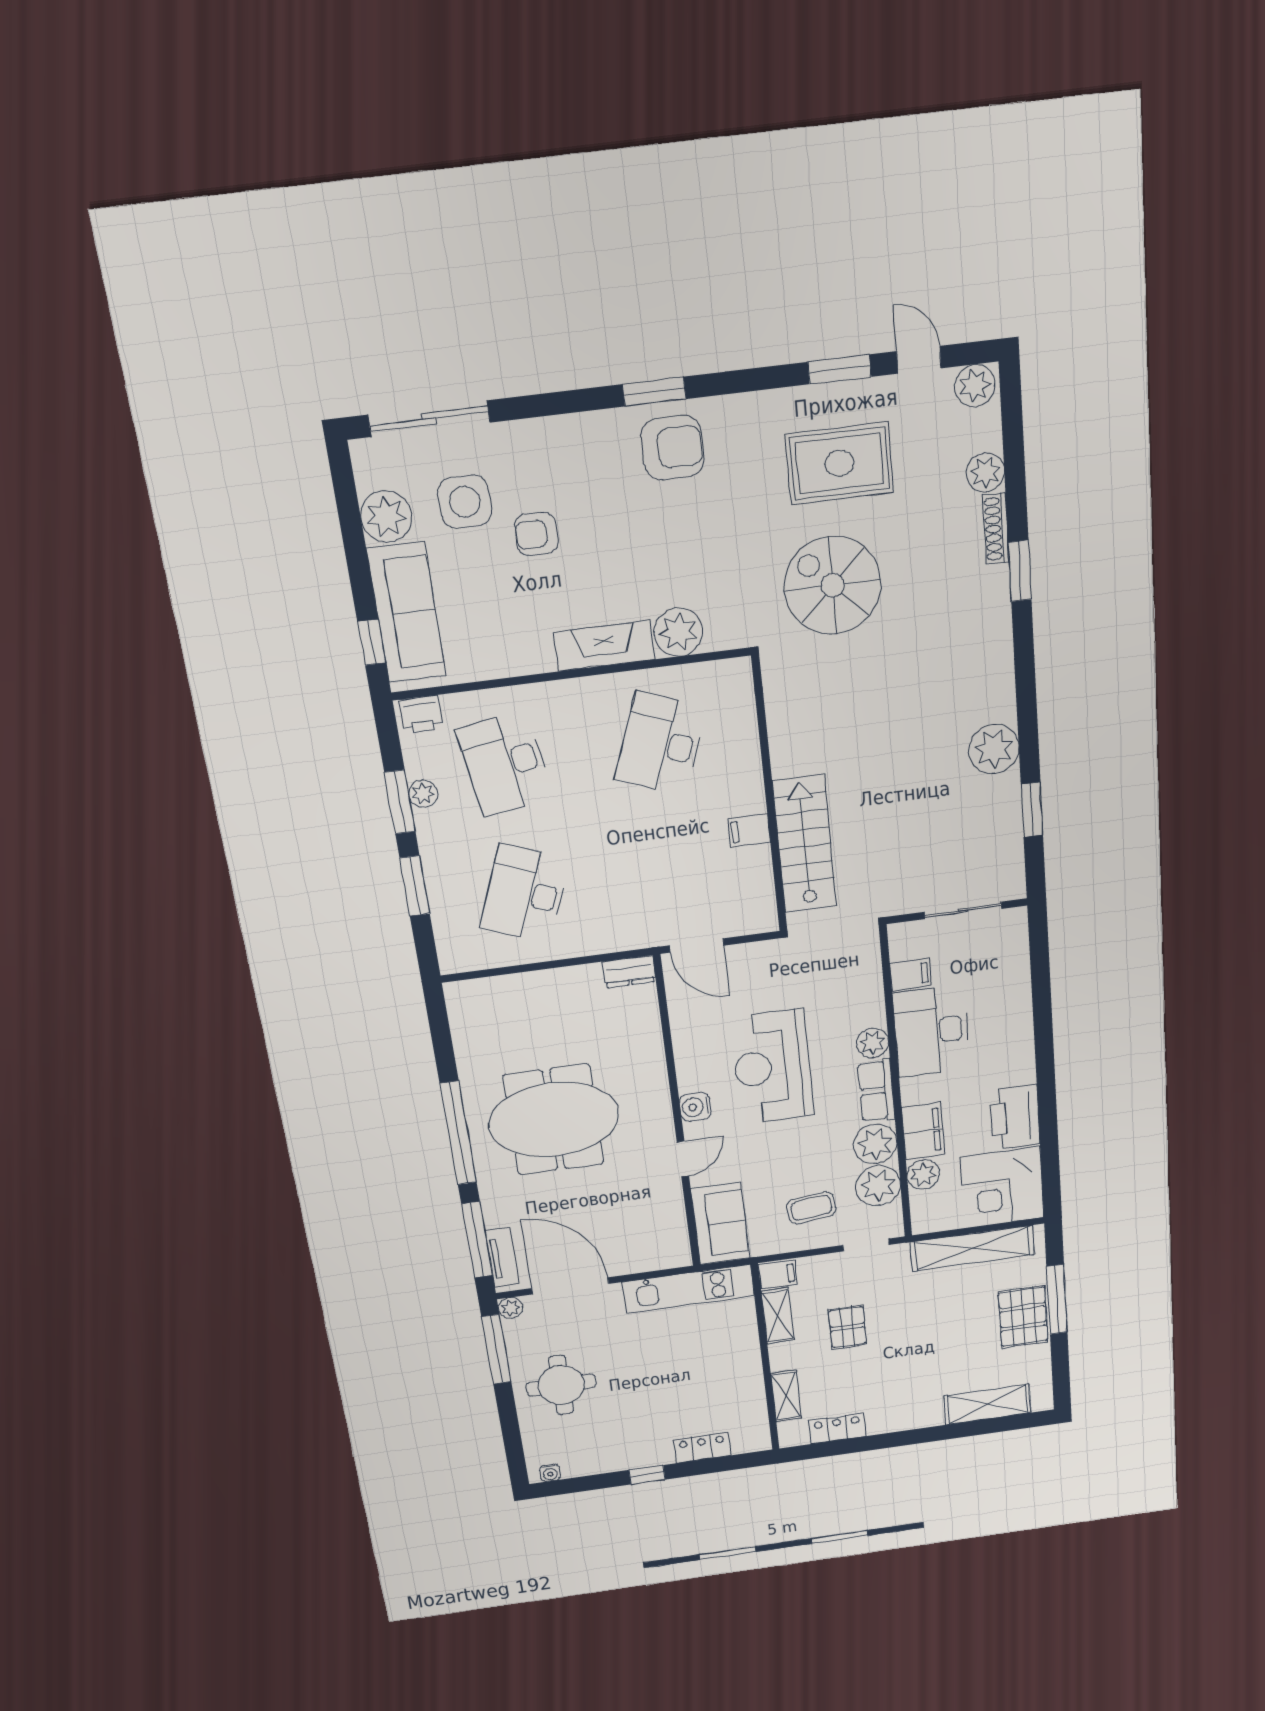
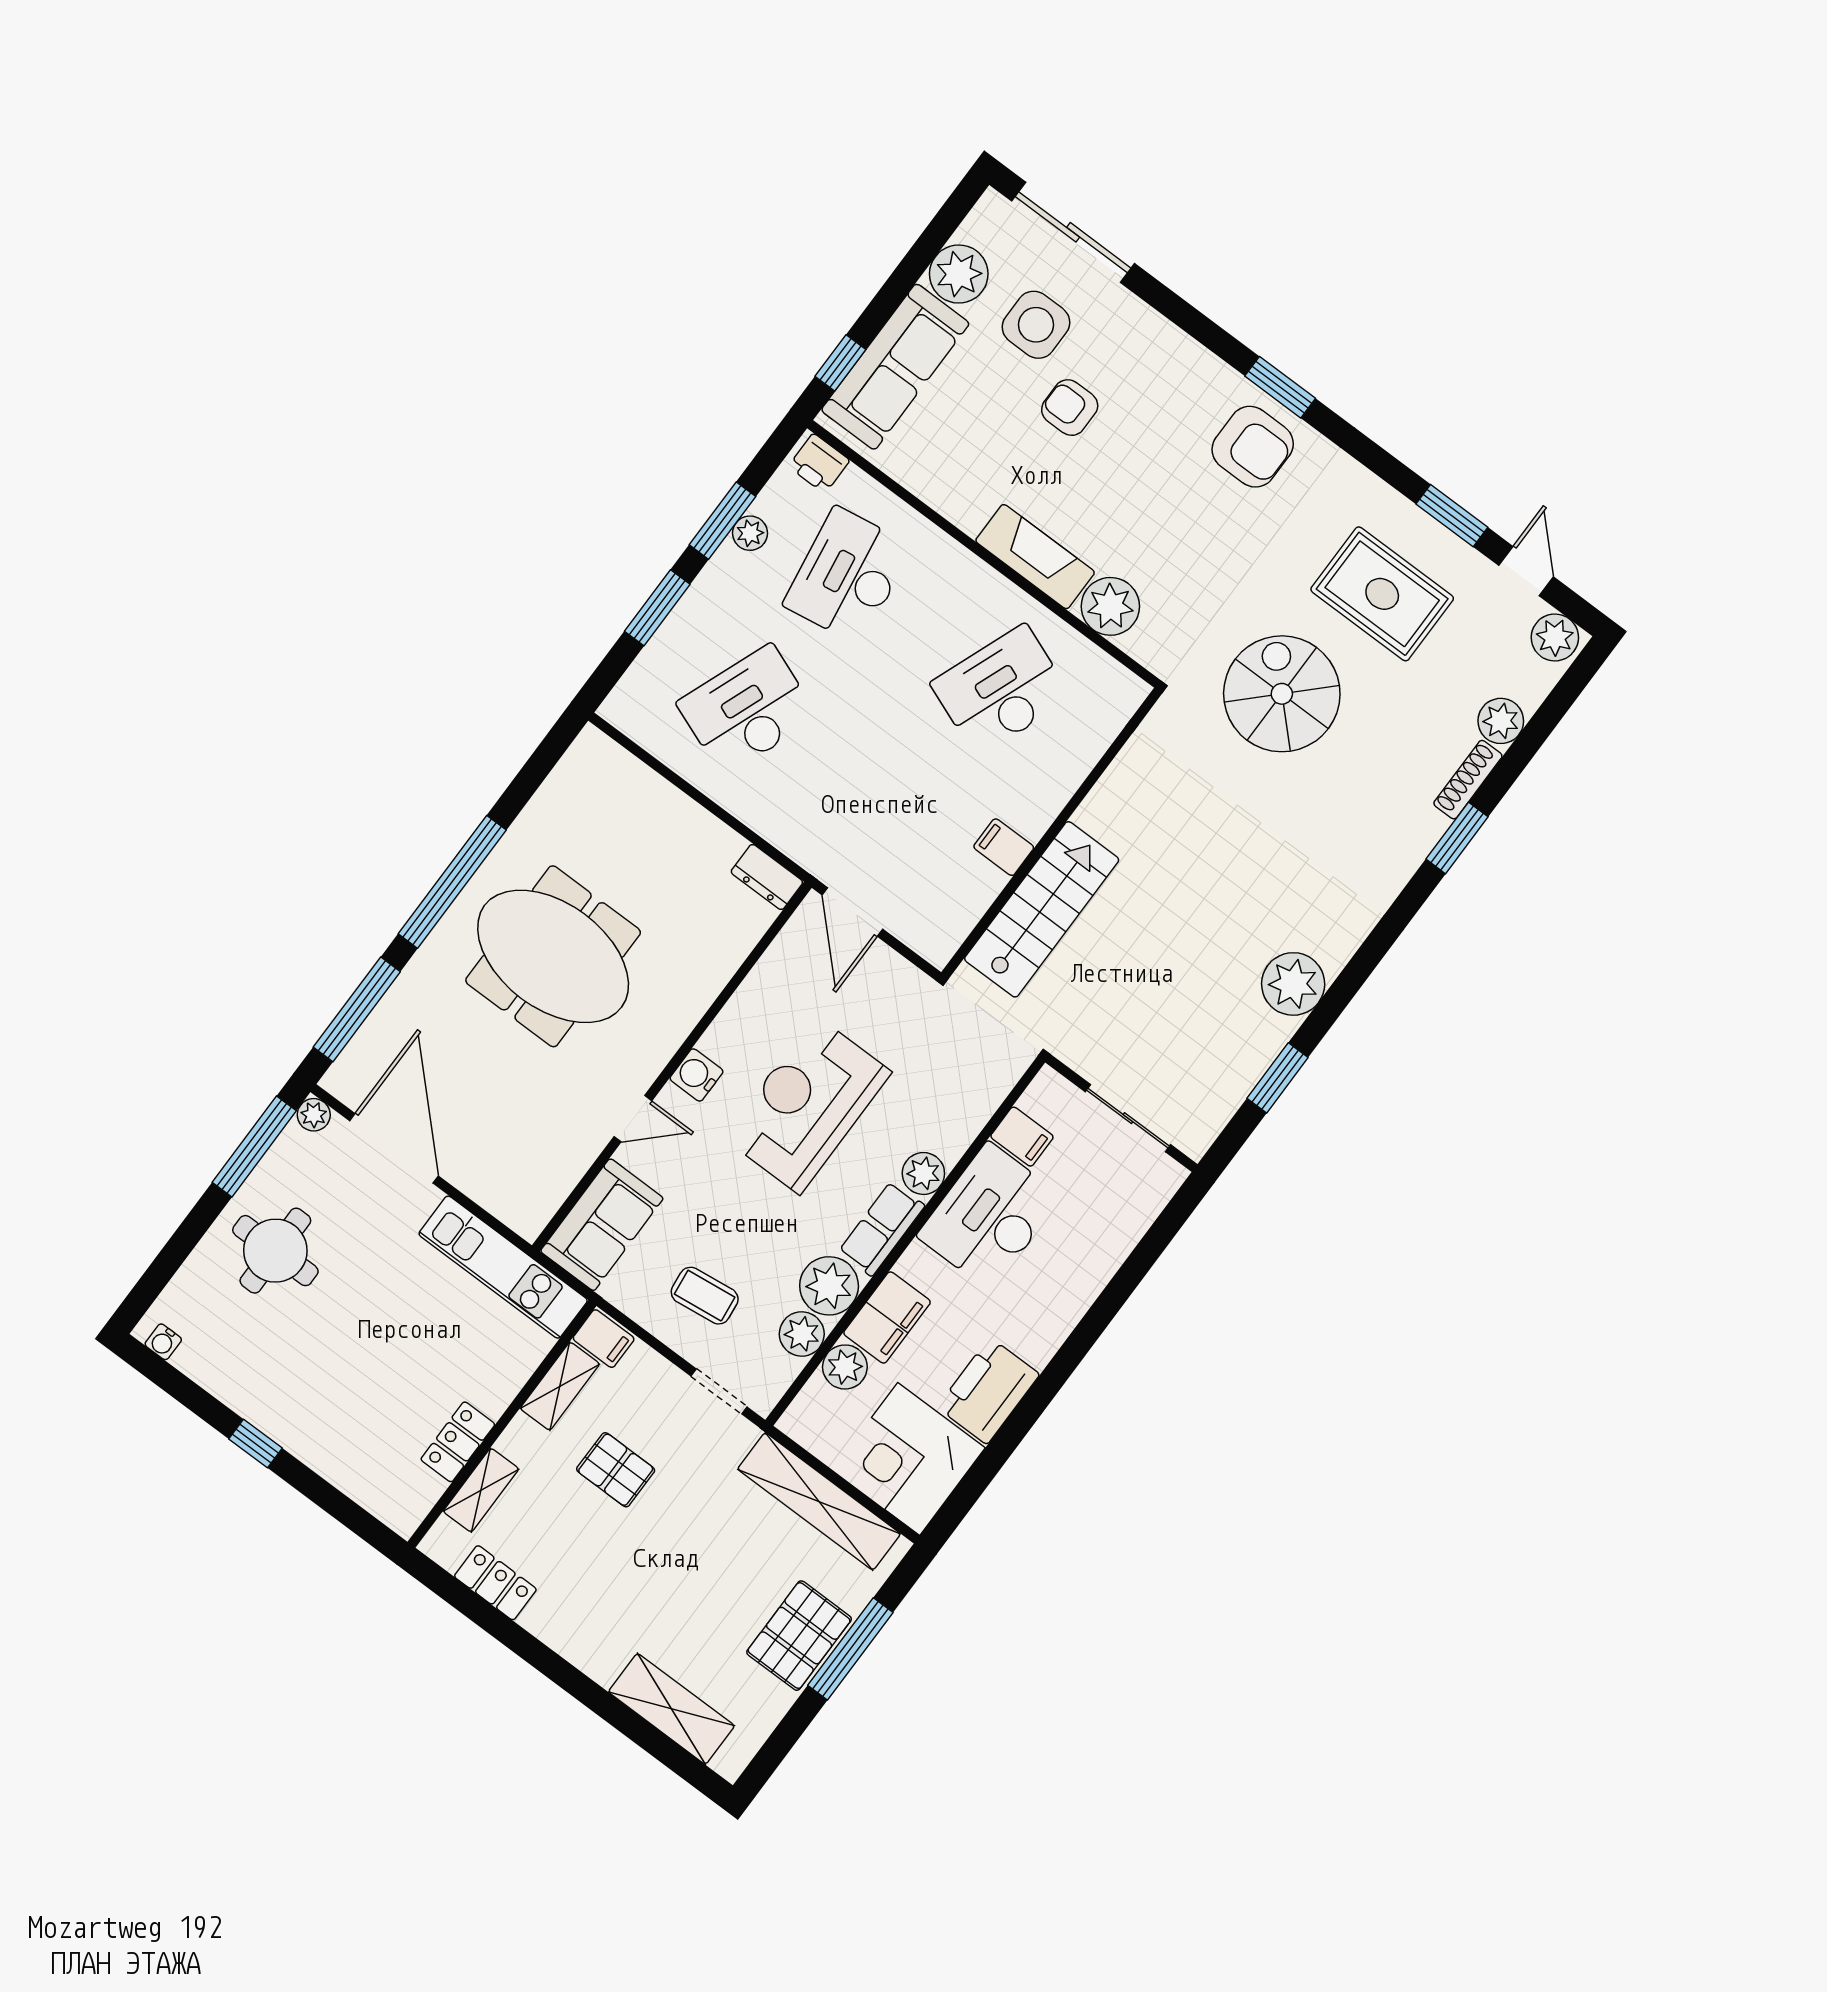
plant: (878, 1186) -> (802, 1334), width x0.73, depth x0.73
tv unit: (502, 1257) -> (361, 1052), removed
pallet: (848, 1327) -> (616, 1470), turned 90
locker: (702, 1448) -> (458, 1442), moved, turned -90

